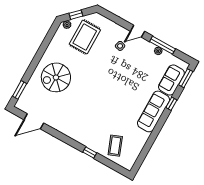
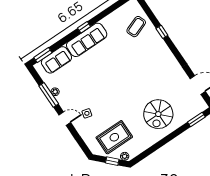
spiral stairs: (56, 77) -> (158, 114), turned 90
window: (171, 104) -> (84, 27), moved

